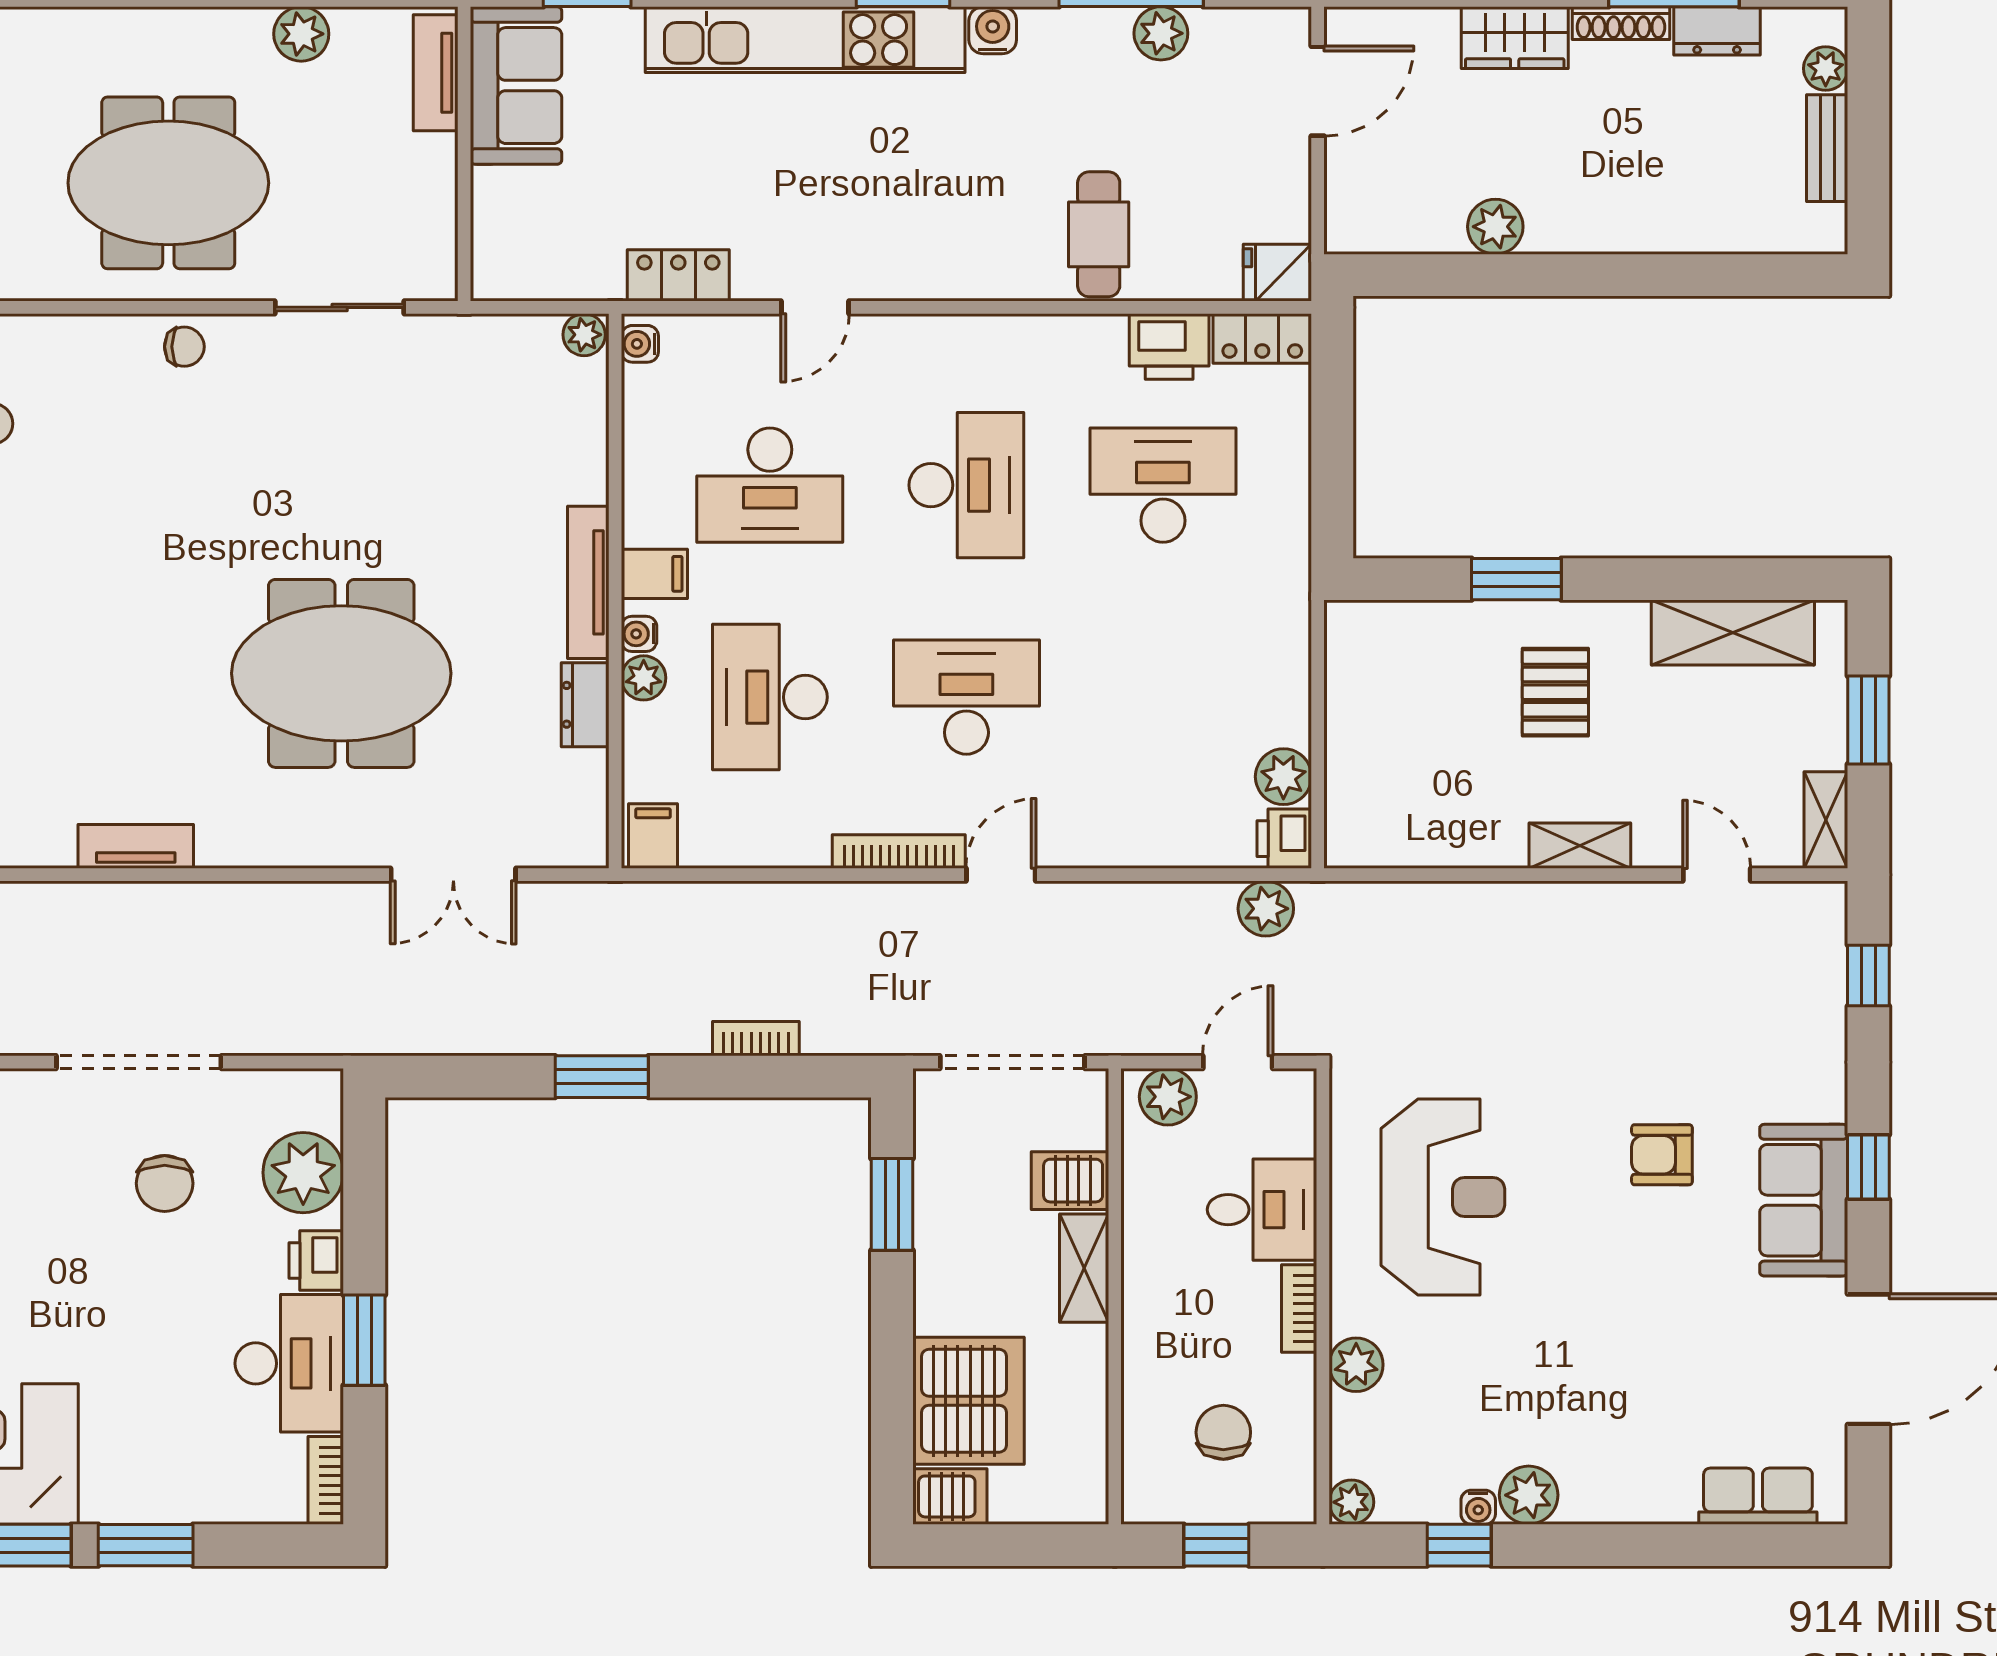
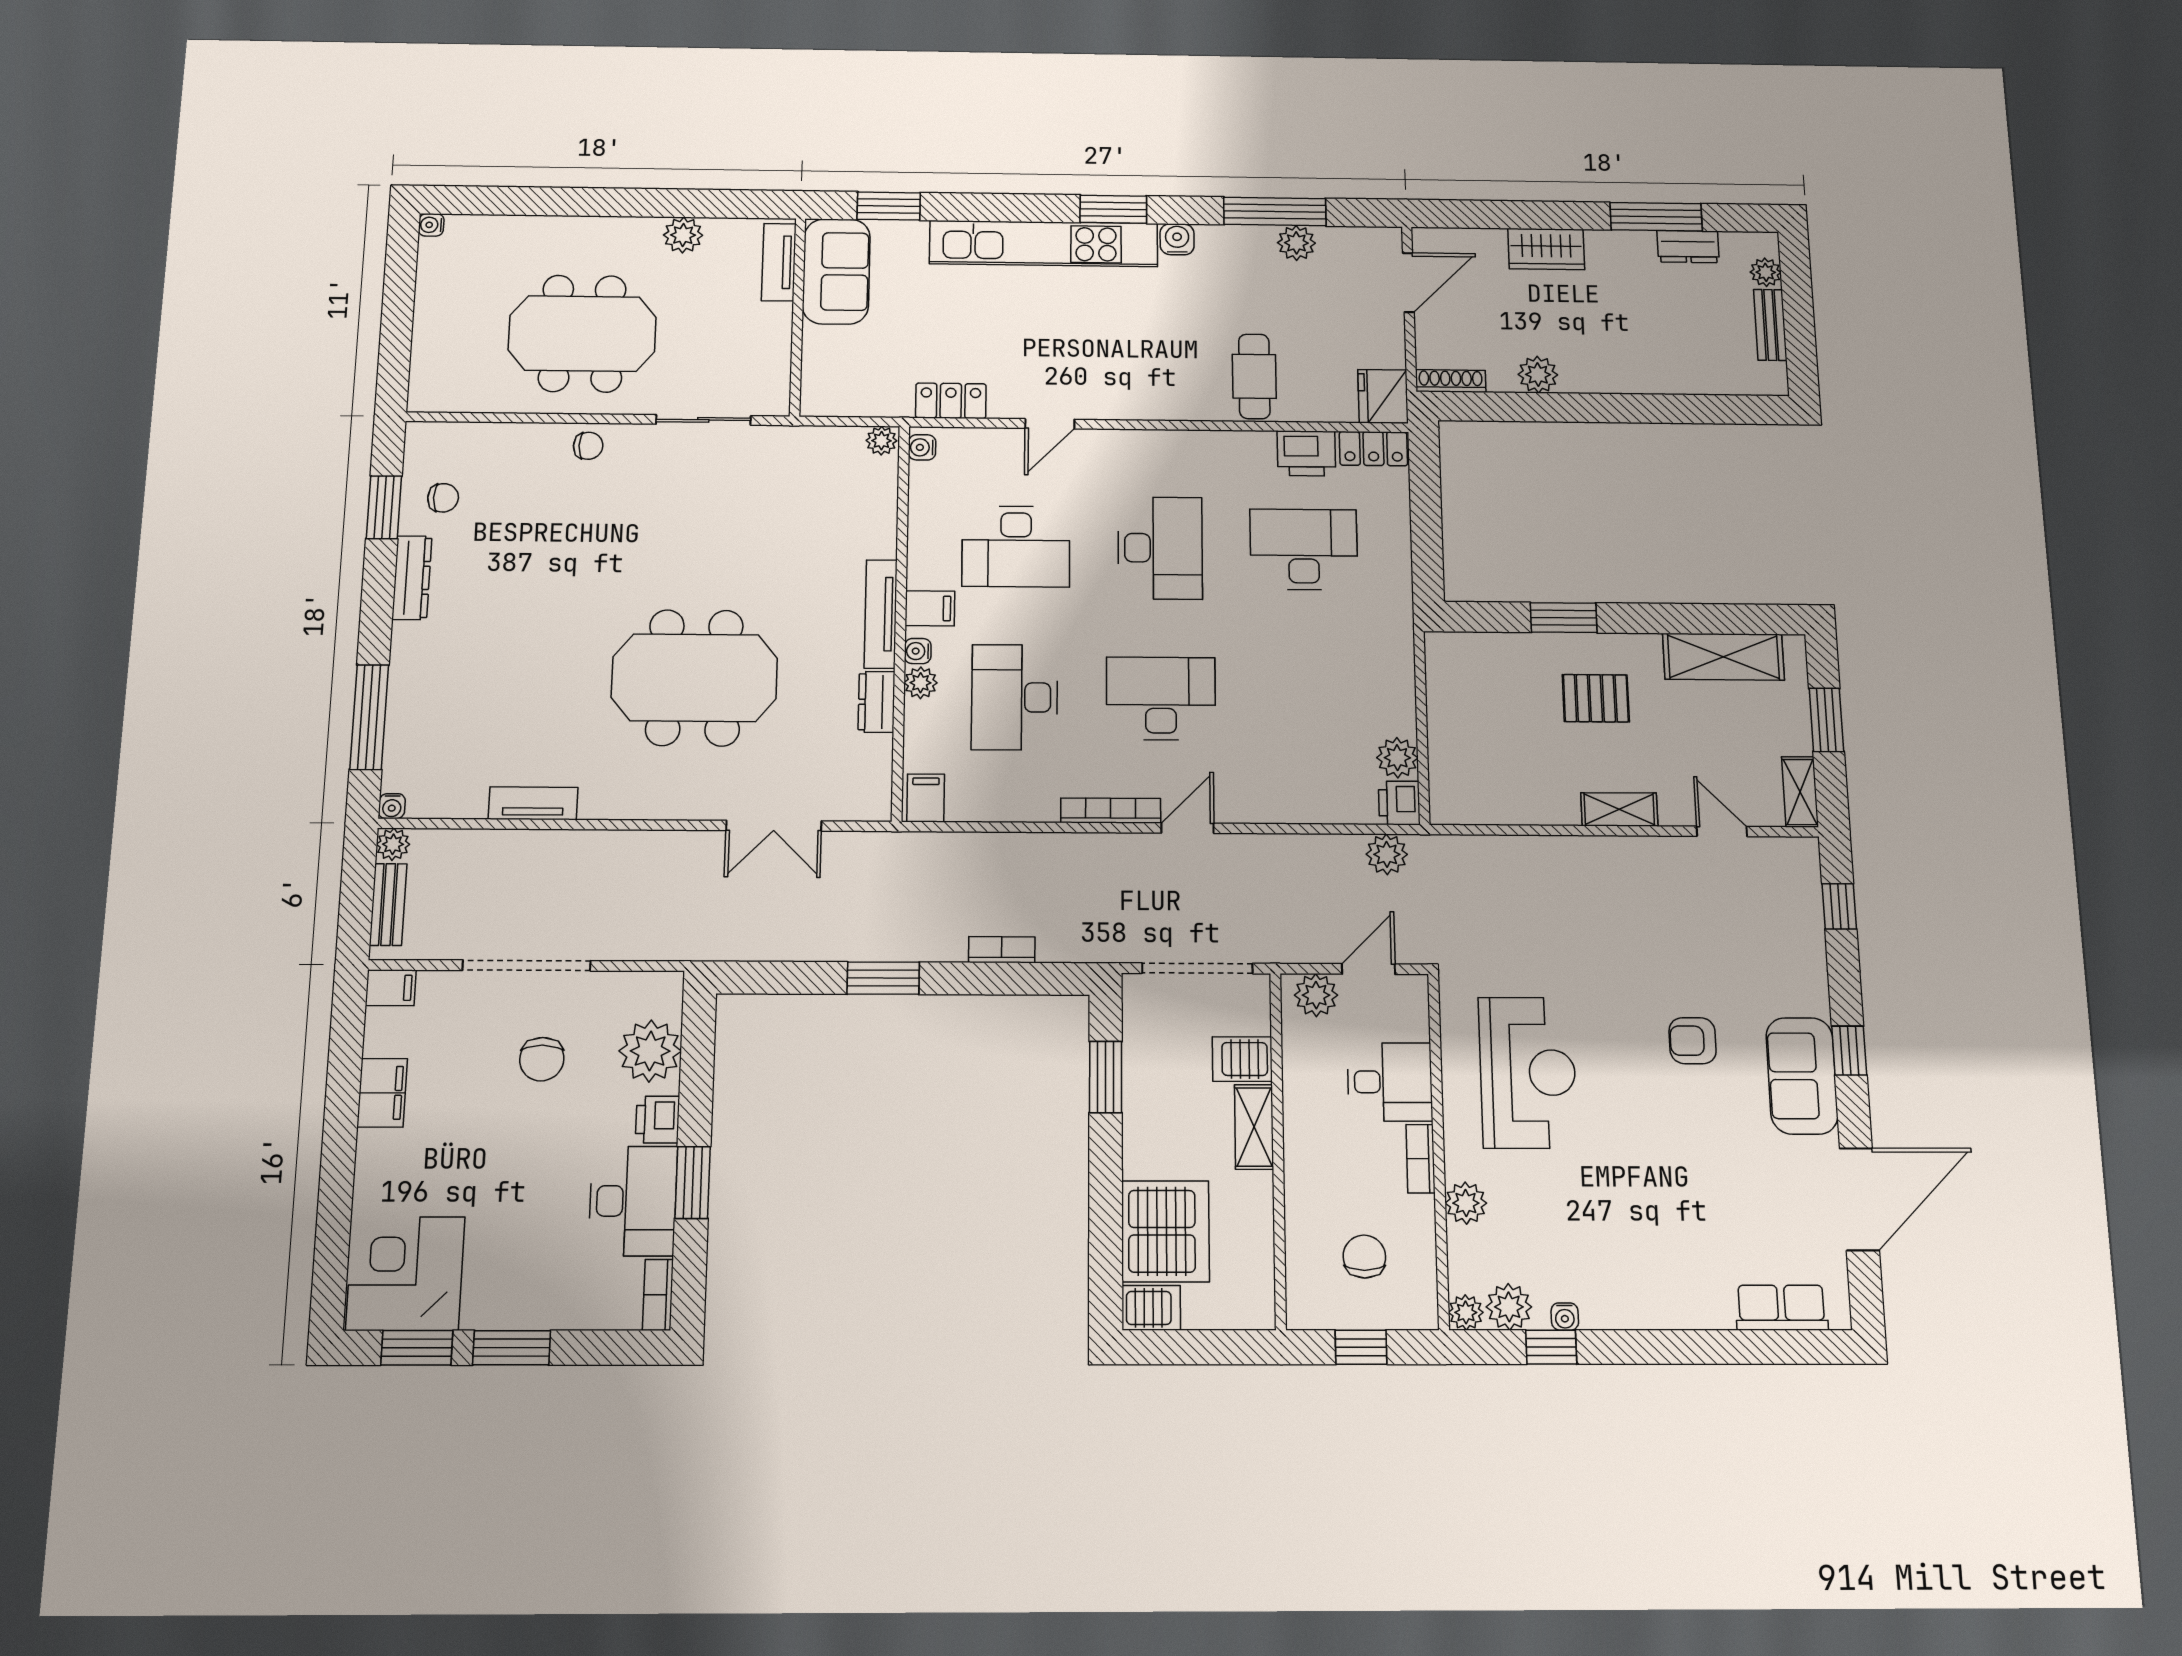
shoe rack: (1621, 23) -> (1451, 381), moved, turned 180
fridge: (1277, 273) -> (1383, 396), width x1.38
pallet: (1555, 692) -> (1596, 698), turned 90
plant: (1529, 1495) -> (1509, 1307), moved

